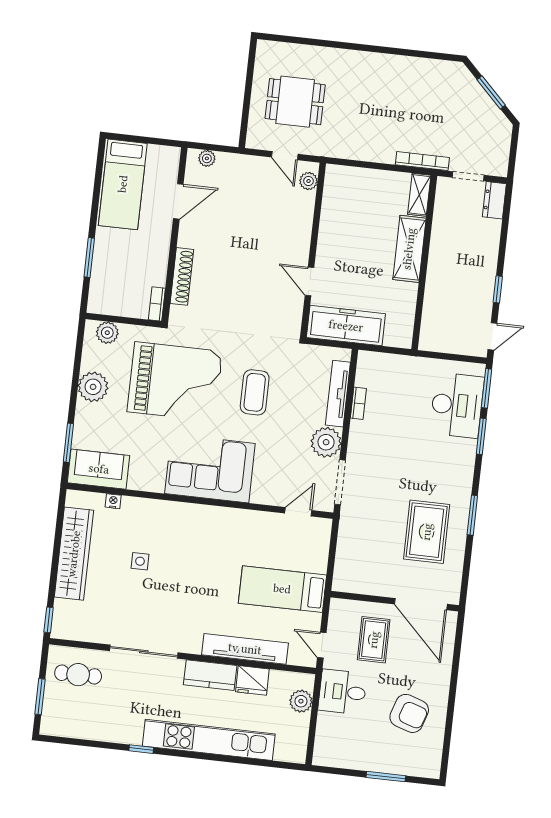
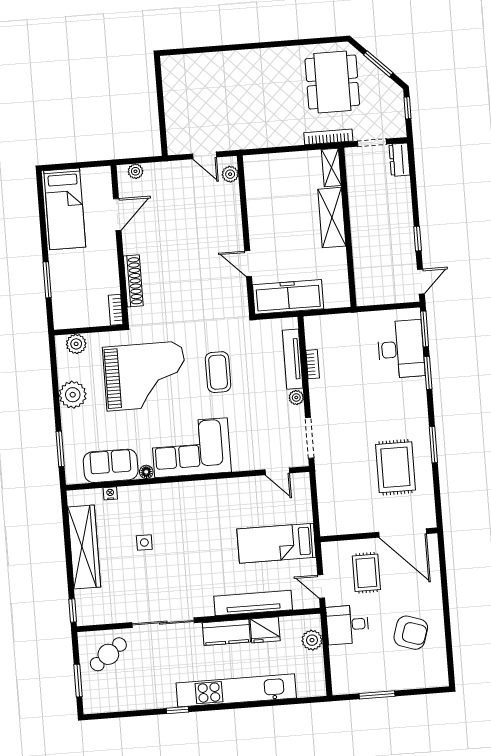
dining table: (295, 102) -> (332, 82), moved, width x1.37
window: (514, 146) -> (407, 108), added
plant: (326, 442) -> (296, 398), width x0.53, depth x0.53
sofa: (99, 469) -> (111, 466), moved
floor lamp: (157, 485) -> (146, 472), added
door: (298, 512) -> (277, 471), swing flipped
cafe table: (78, 675) -> (108, 654), turned -37
window: (386, 777) -> (377, 695), moved

